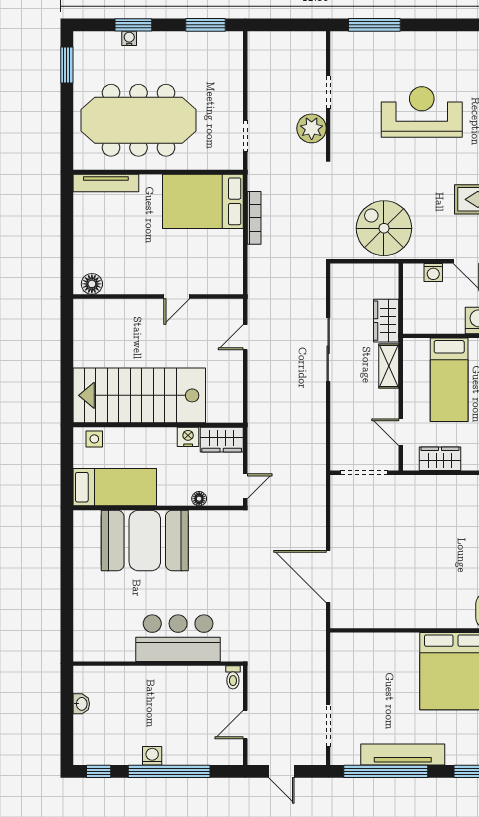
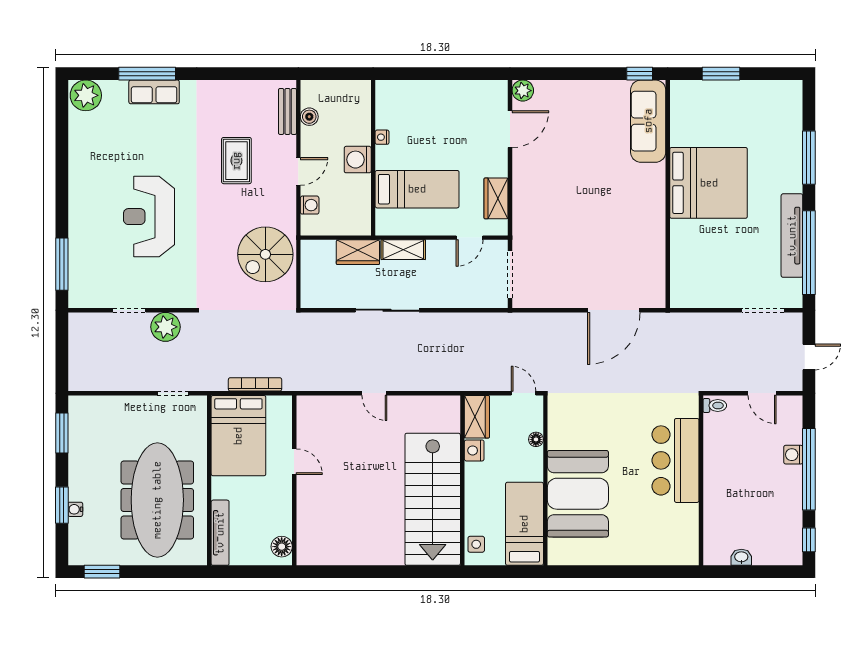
floor lamp: (92, 284) -> (282, 547), moved
wall: (158, 296) -> (294, 480), moved
door: (177, 296) -> (294, 462), moved
washing machine: (152, 756) -> (793, 455), moved

